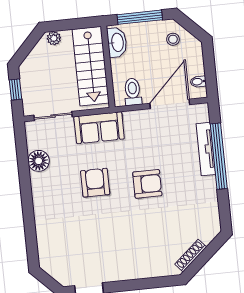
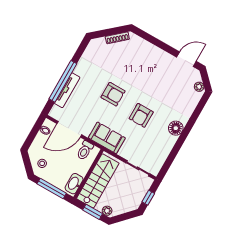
window: (70, 24) -> (93, 212), added
sofa: (99, 128) -> (107, 138), moved
floor lamp: (39, 161) -> (176, 128), moved
armchair: (147, 184) -> (113, 94), turned 180
plant: (50, 267) -> (199, 87), added

